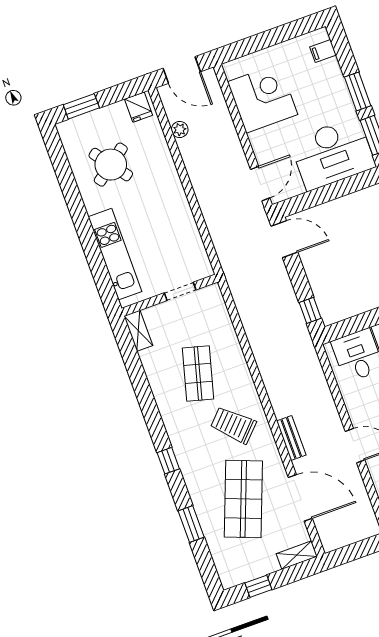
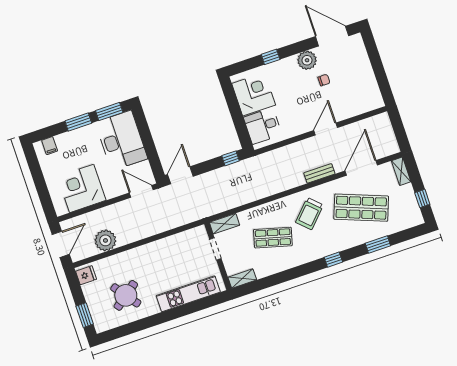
plant: (180, 129) -> (105, 240), width x1.88, depth x1.88
shelving: (216, 304) -> (224, 224), added

